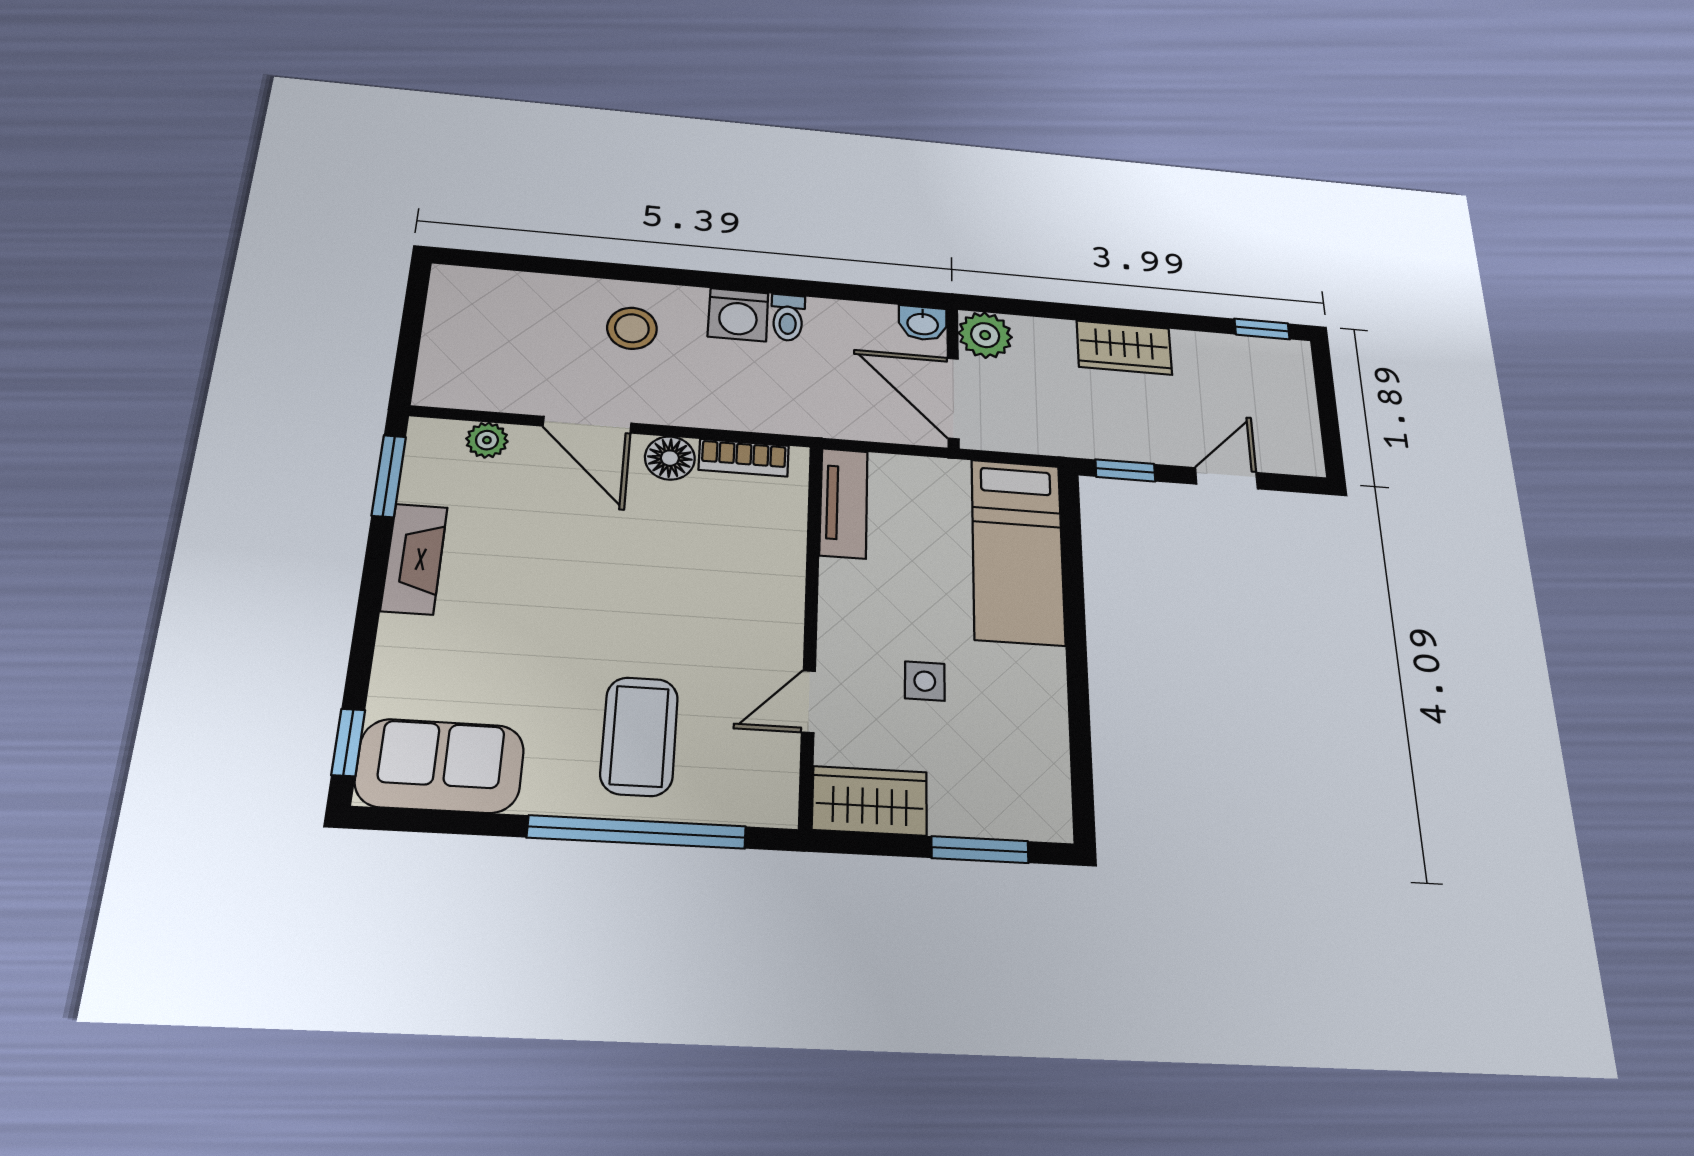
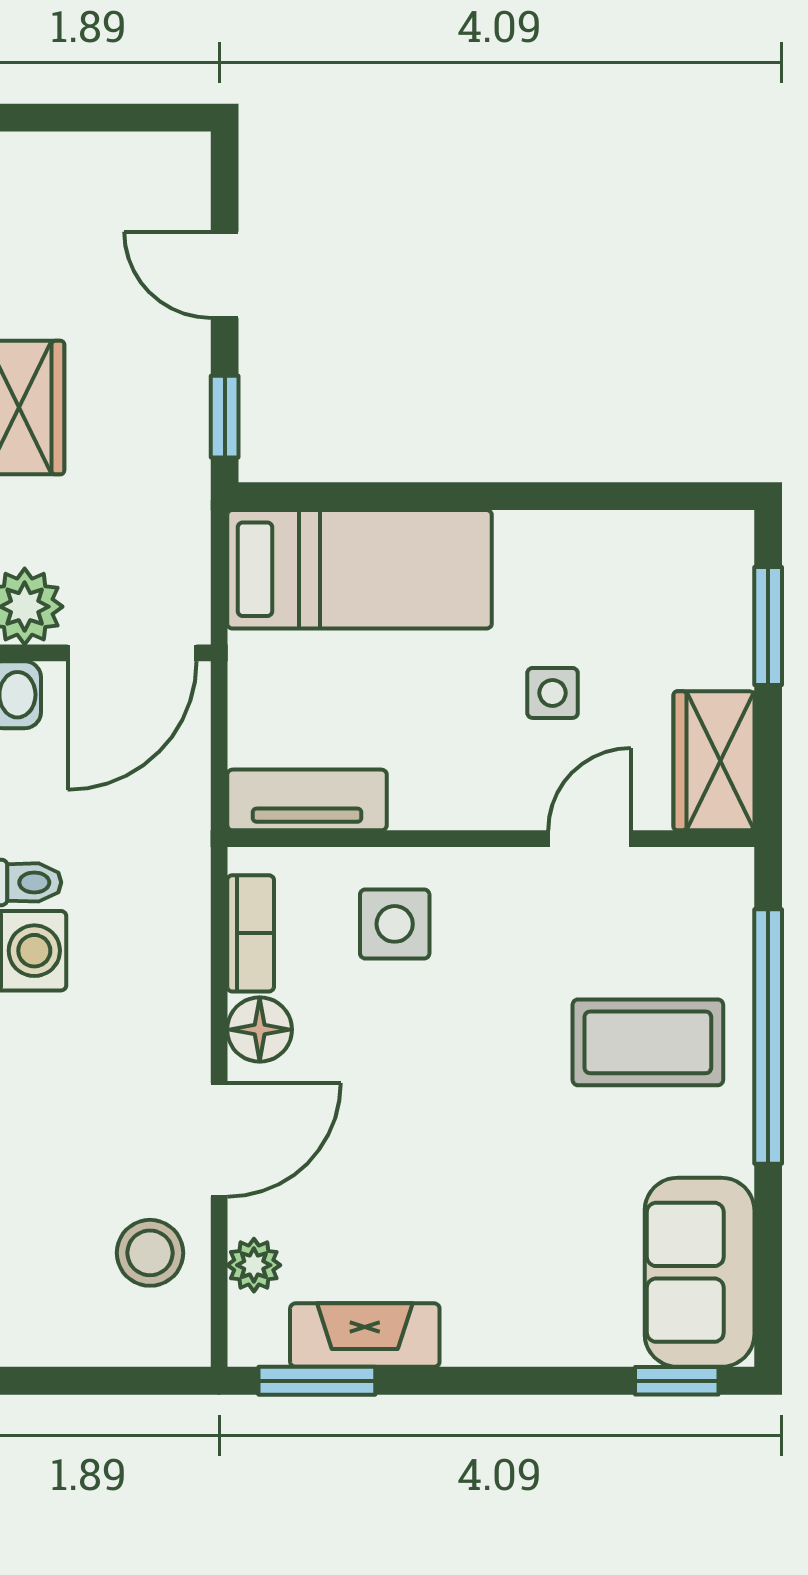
stool: (632, 328) -> (150, 1253), moved
side table: (746, 556) -> (395, 924), added
fireplace: (414, 559) -> (365, 1335), moved
door: (808, 701) -> (590, 839), swing flipped

